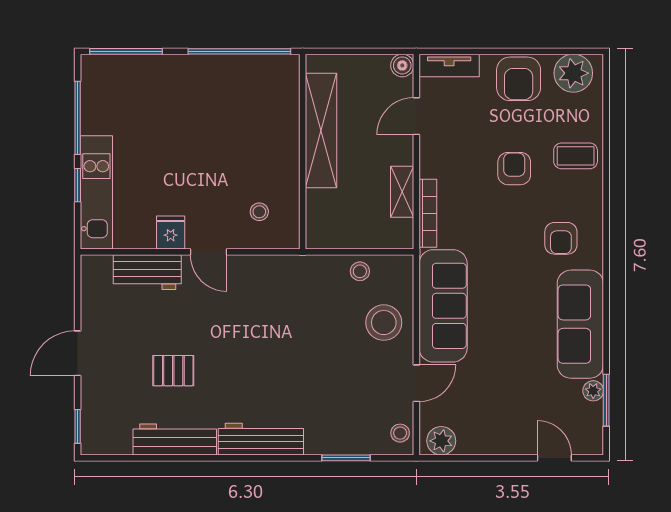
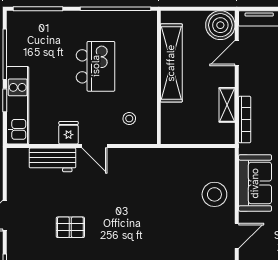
boiler: (402, 65) -> (220, 25), width x1.86, depth x1.86
kitchen island: (210, 136) -> (96, 66), added
stool: (360, 271) -> (198, 159), removed
sofa: (443, 306) -> (255, 183), width x0.73

